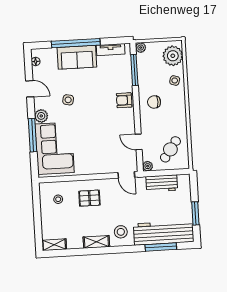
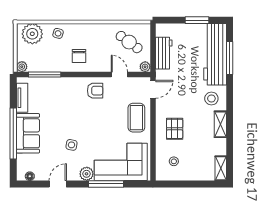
armchair: (124, 100) -> (95, 91), moved, turned -90
door: (139, 142) -> (119, 75), swing flipped
coffee table: (98, 161) -> (136, 118), added

